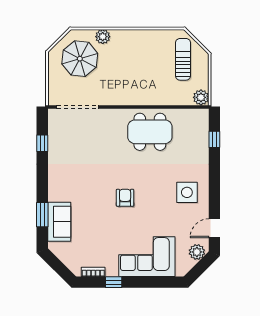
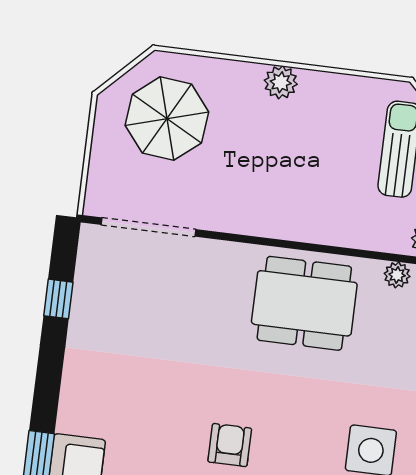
plant: (103, 37) -> (281, 82), moved
plant: (189, 114) -> (397, 275), added

